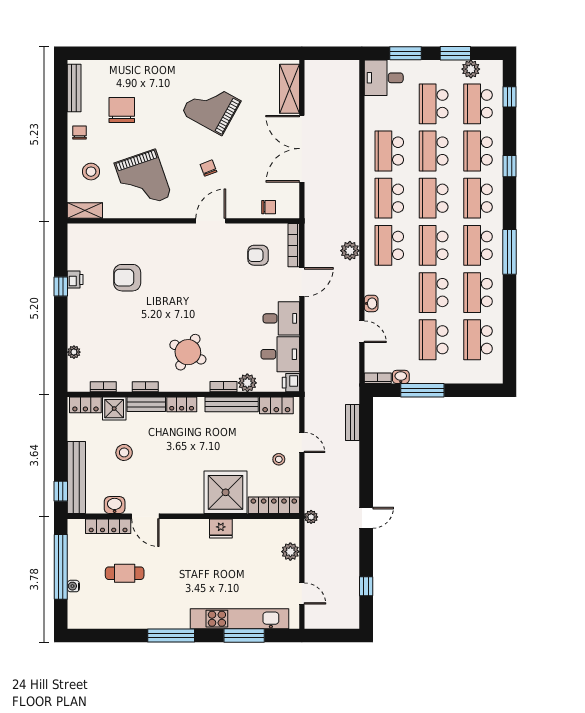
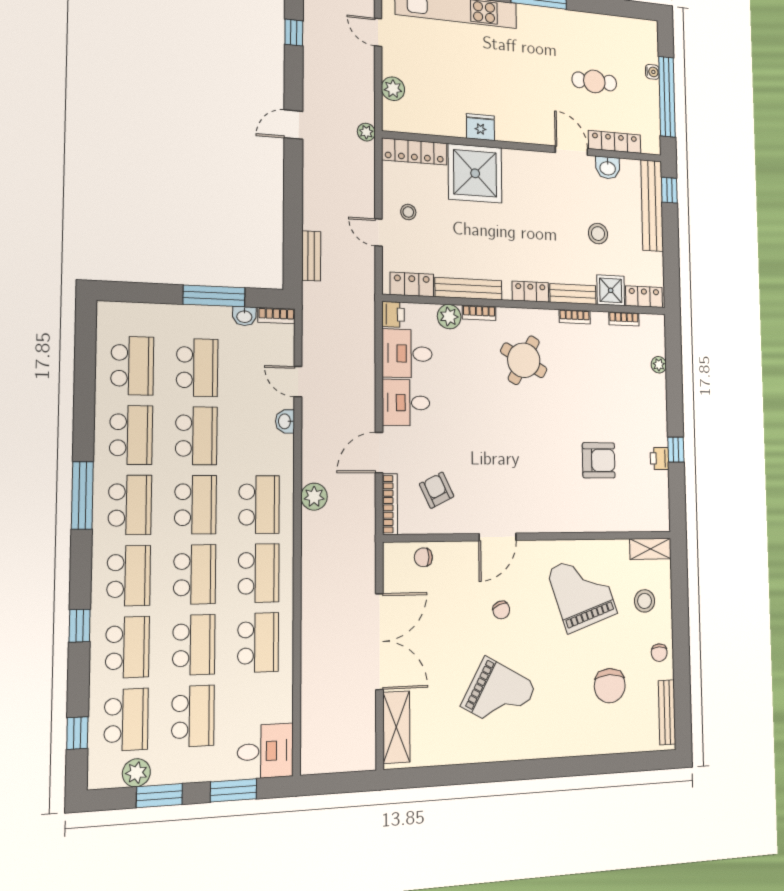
armchair: (258, 255) -> (437, 490), turned -116

